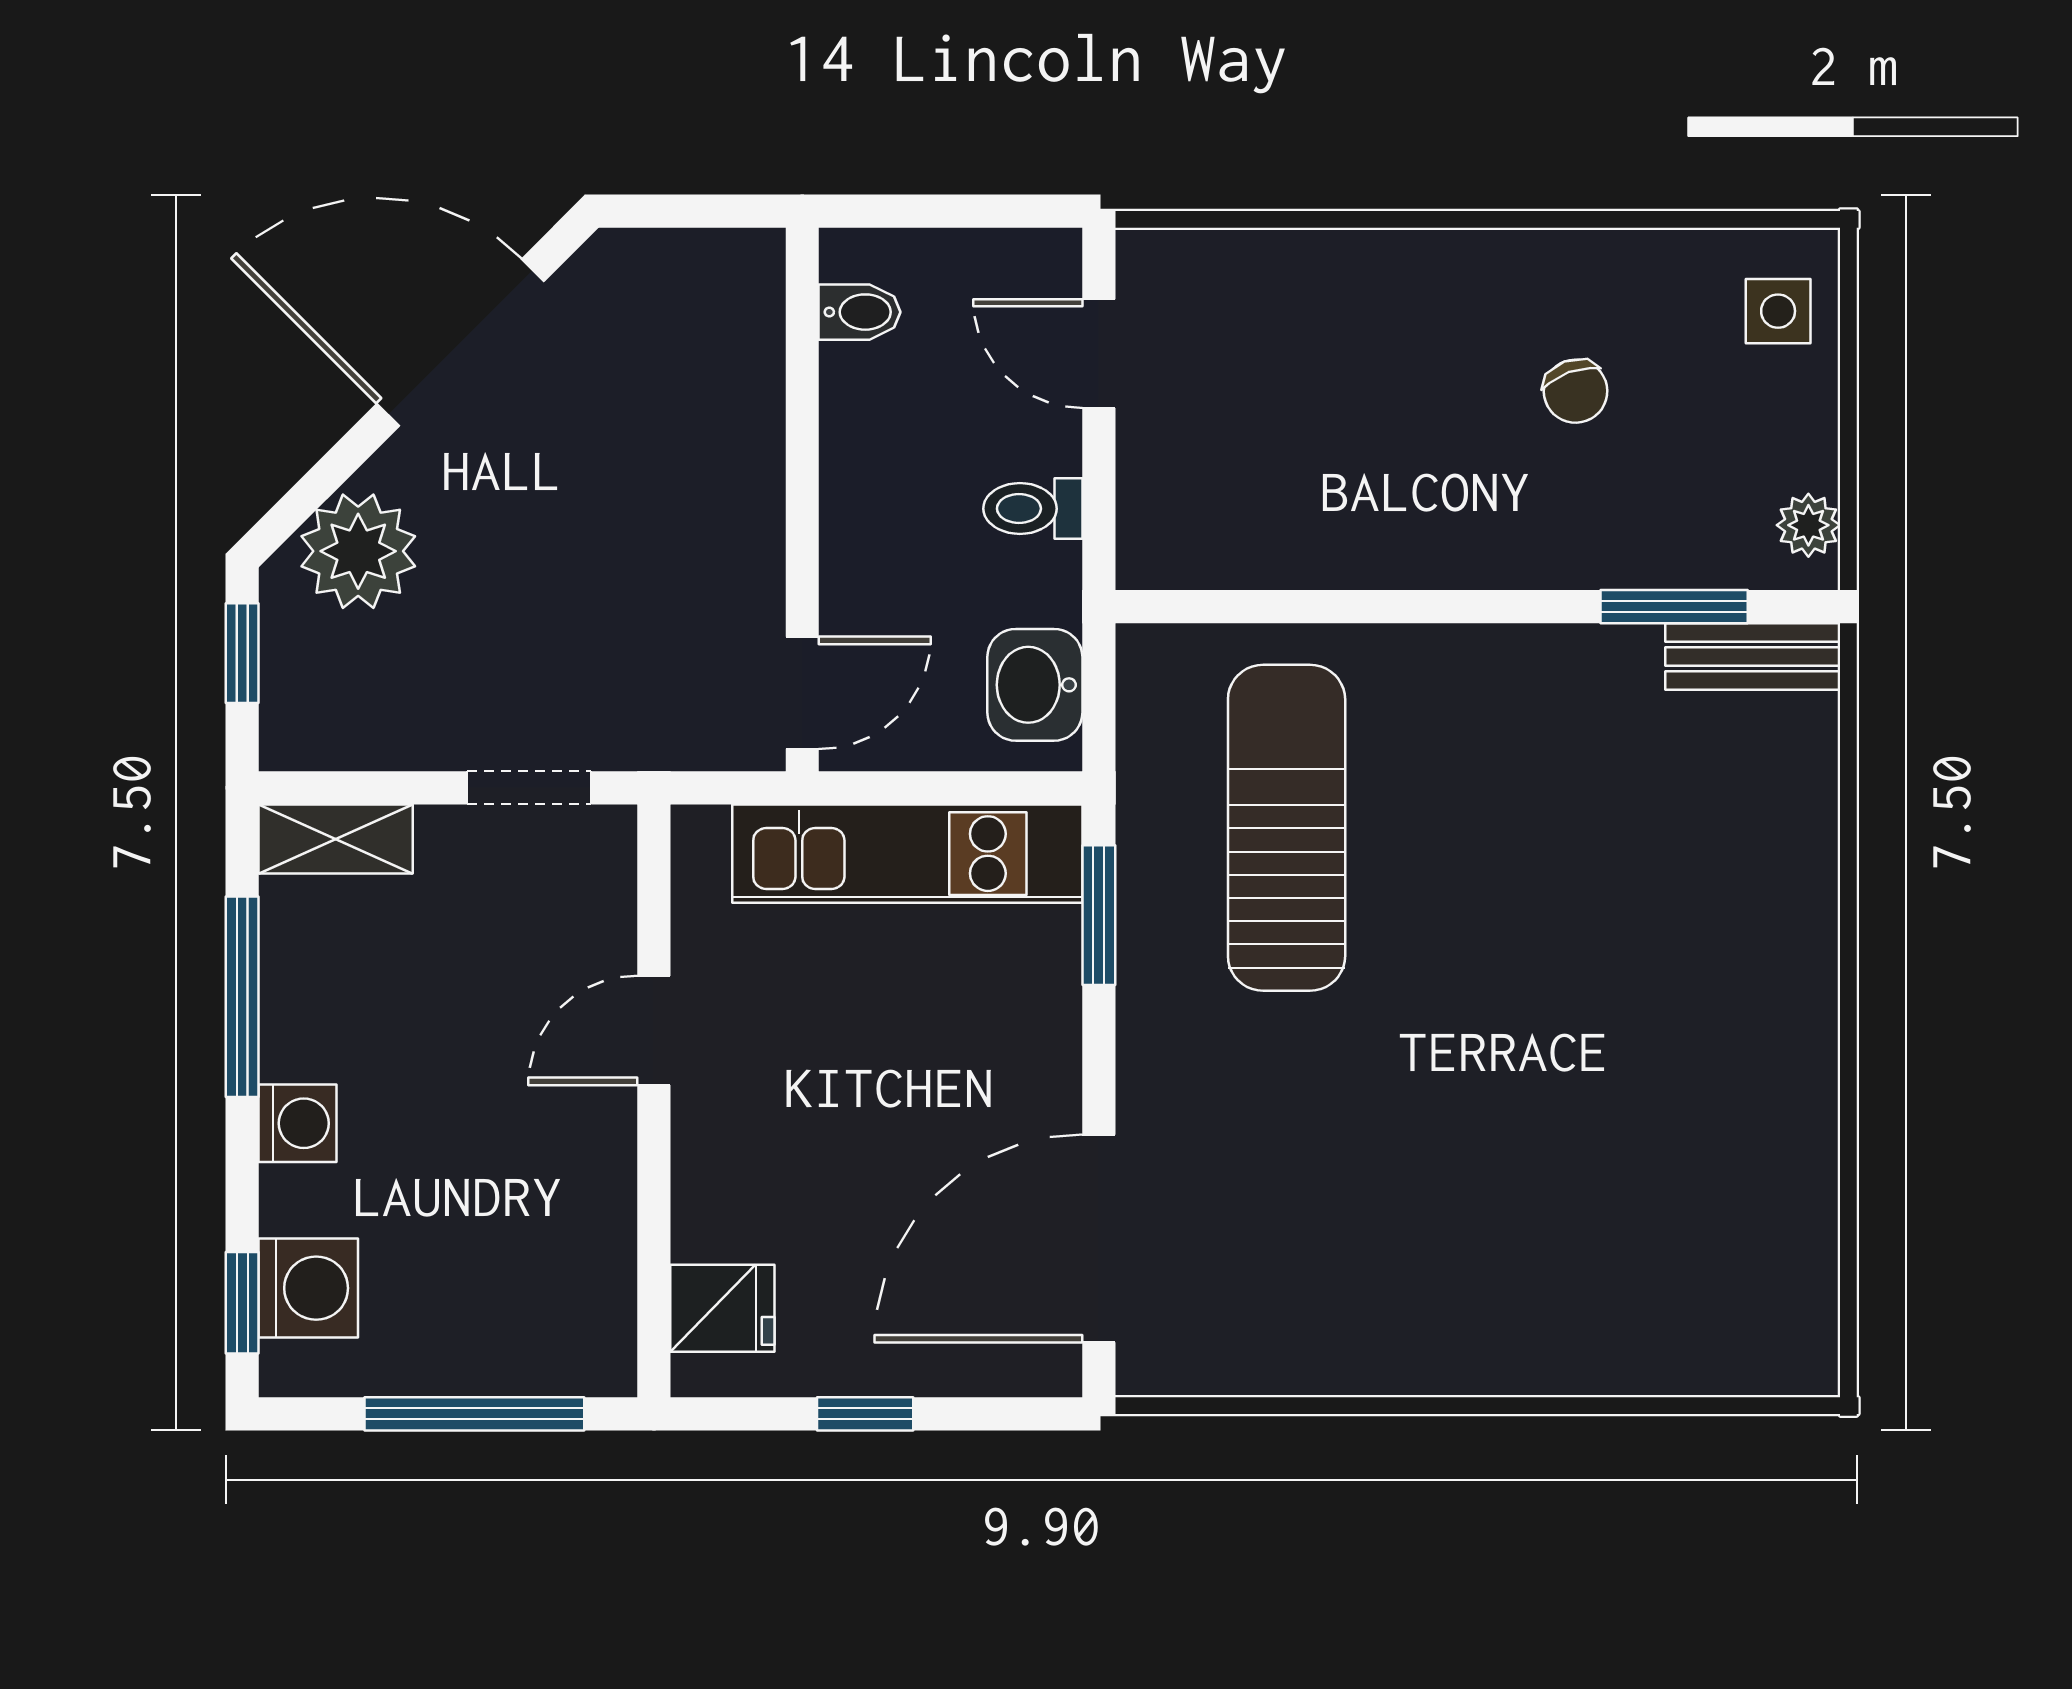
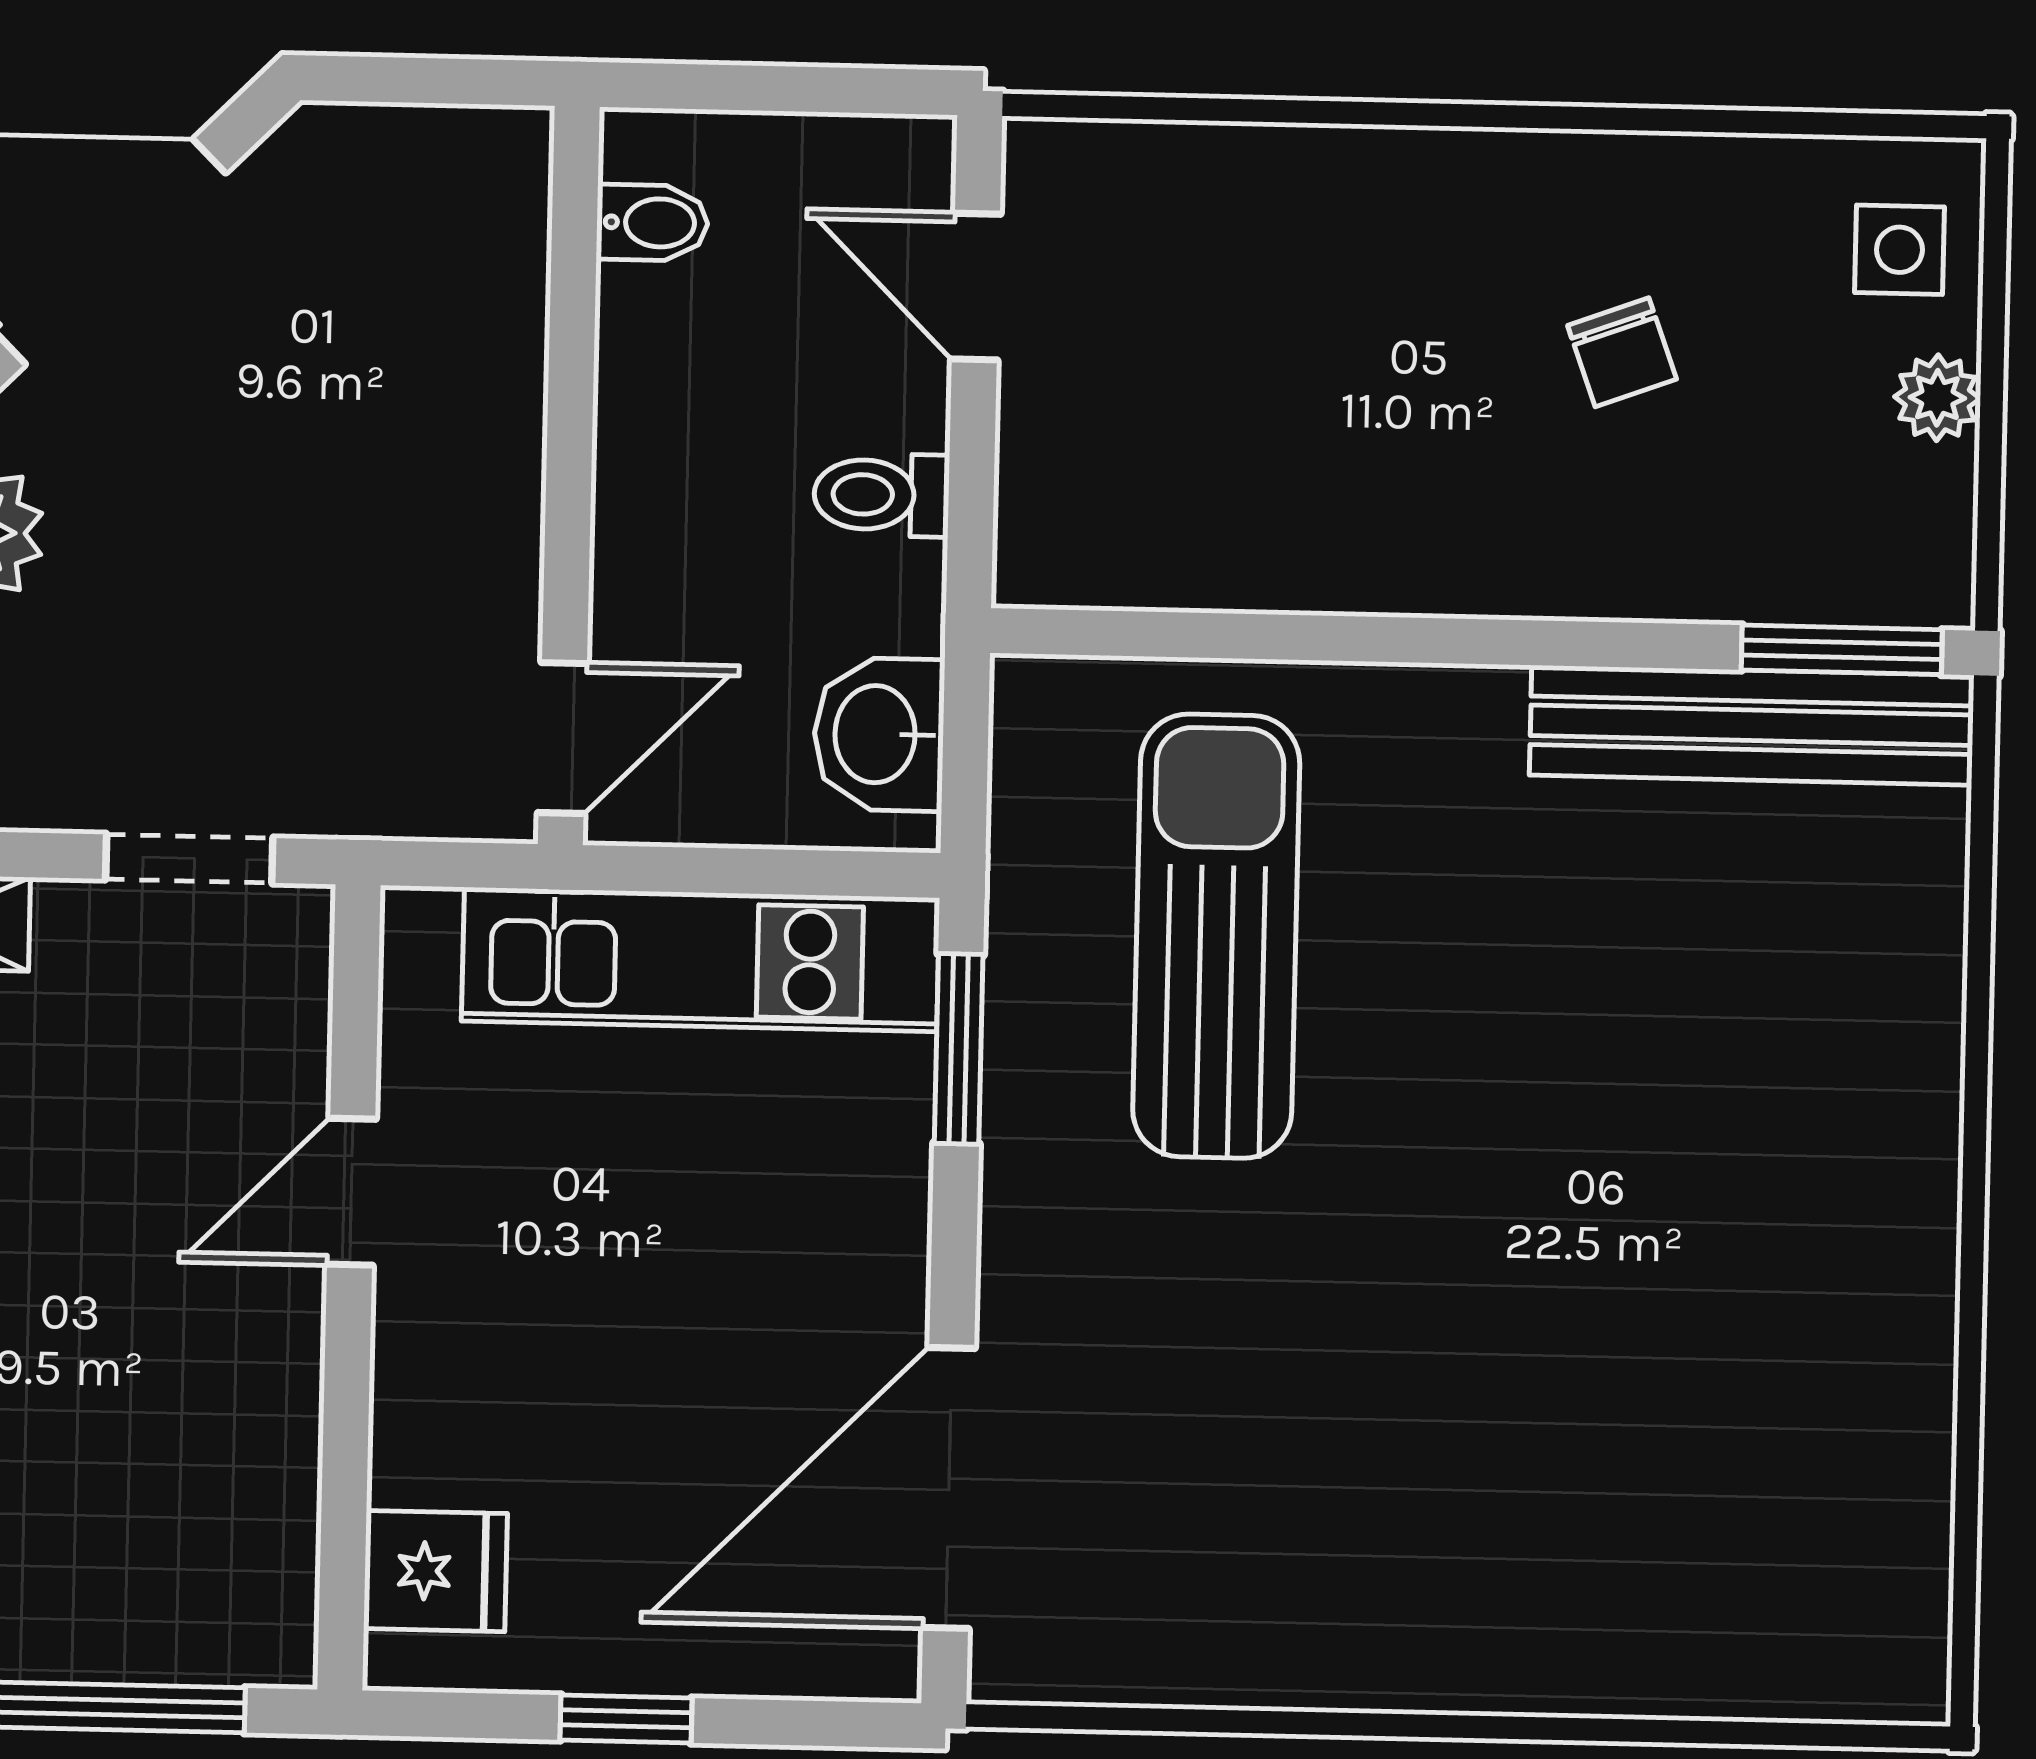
plant: (1808, 525) -> (1937, 398), moved
window: (1674, 607) -> (1842, 650), moved
bench: (1753, 656) -> (1752, 725), width x1.86, depth x1.21

